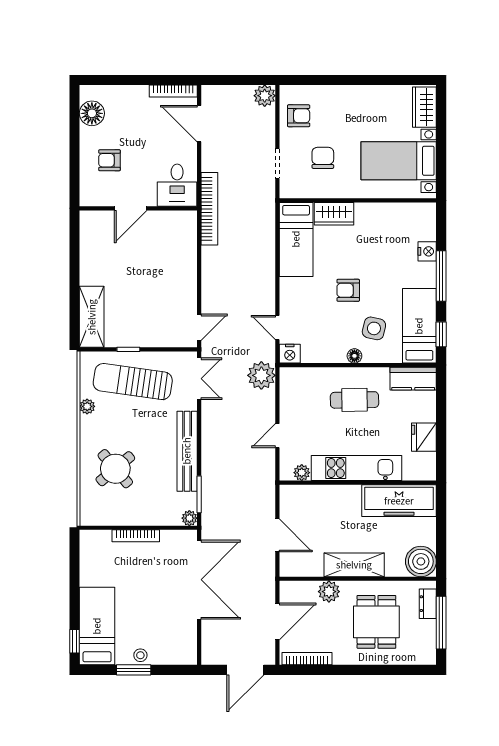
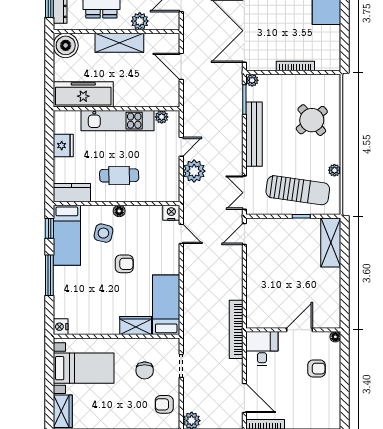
floor lamp: (92, 113) -> (335, 337), moved, width x0.53, depth x0.53
nightstand: (427, 251) -> (61, 327), moved
plant: (261, 375) -> (194, 171), moved

